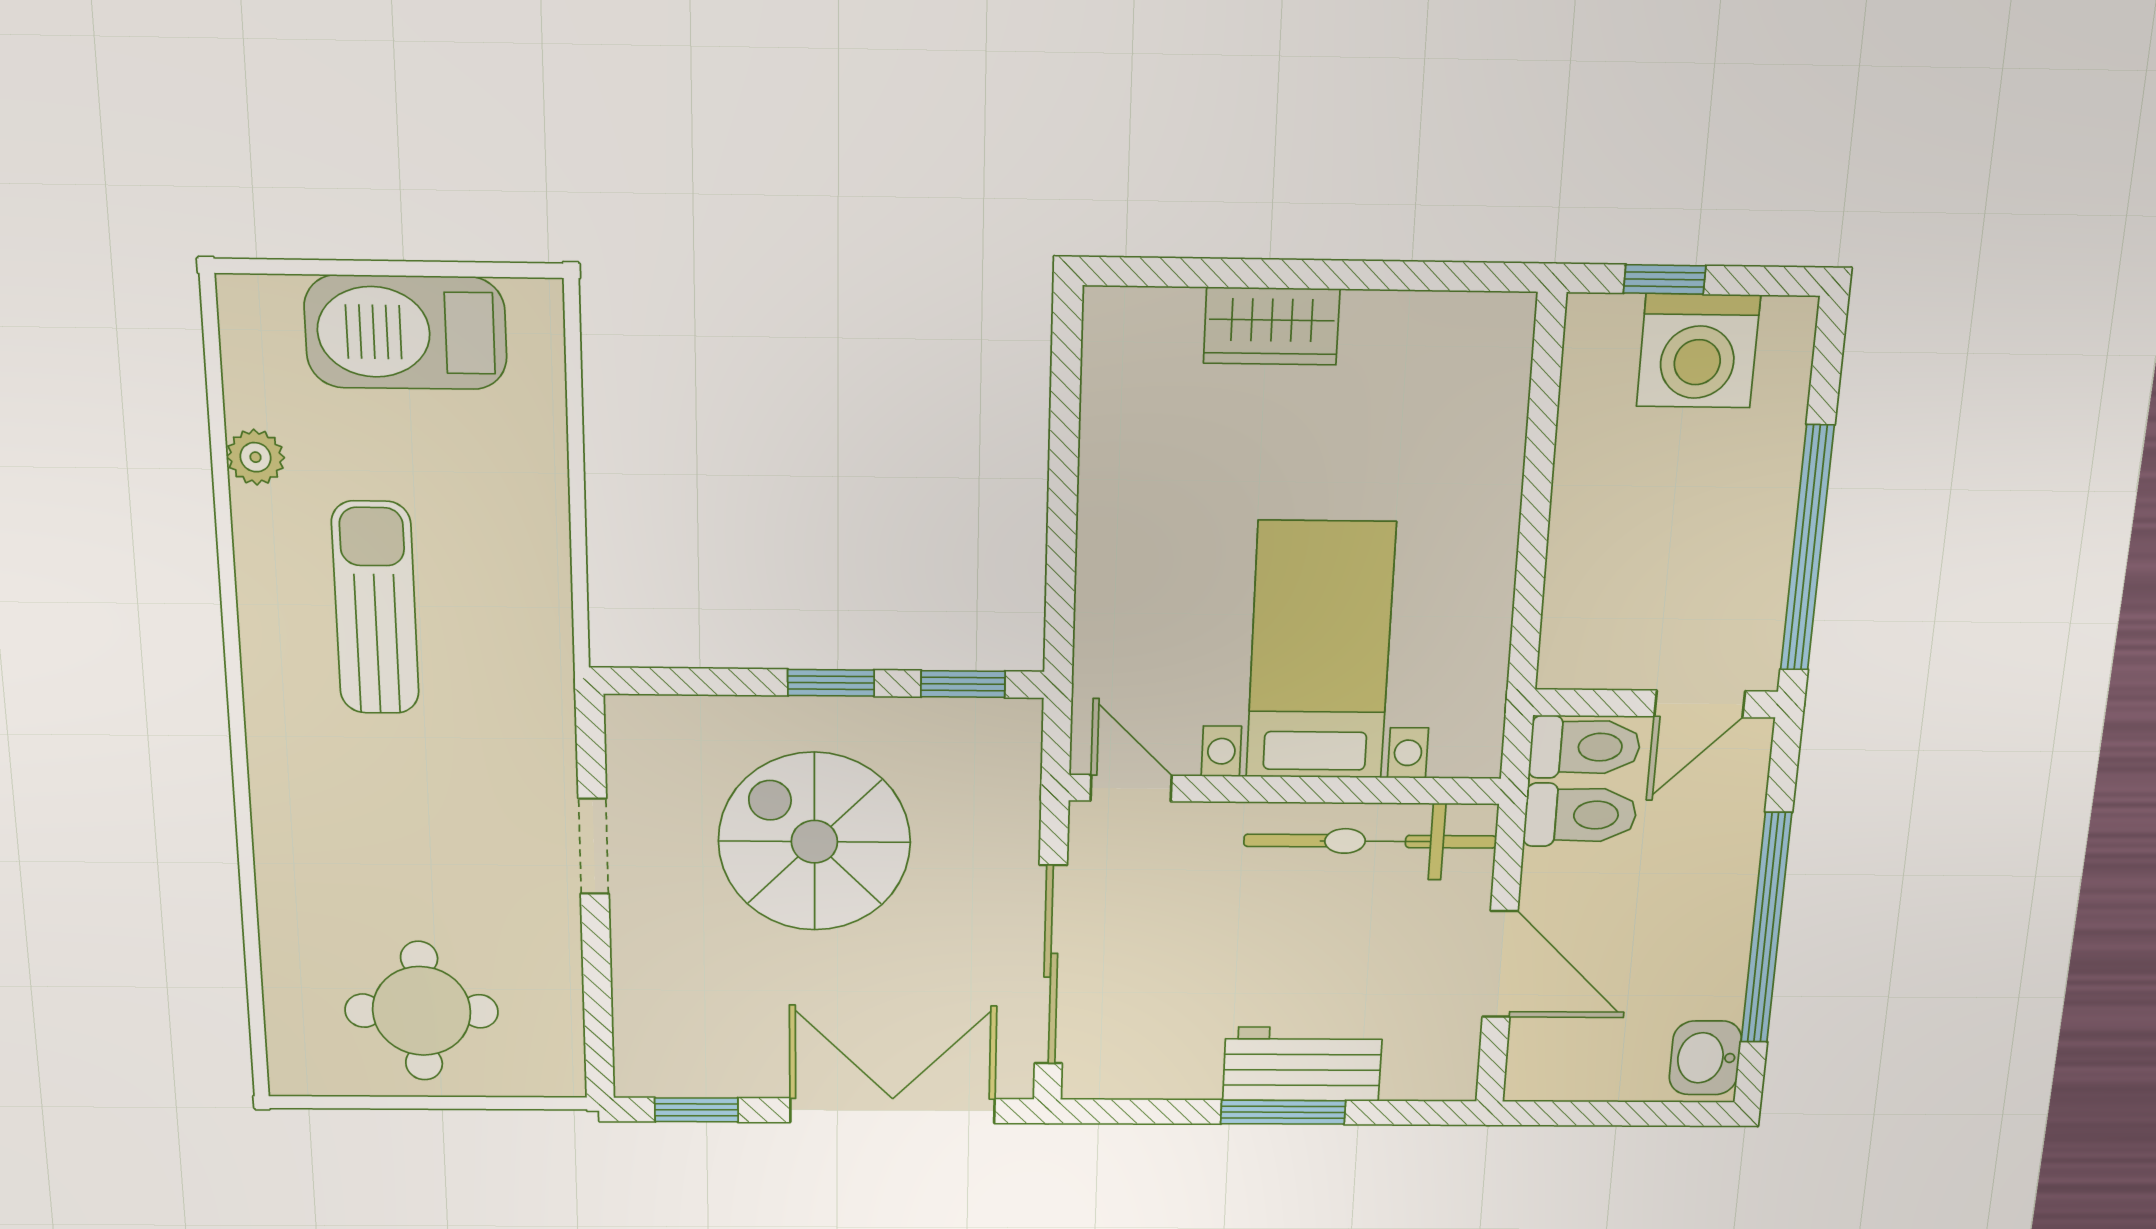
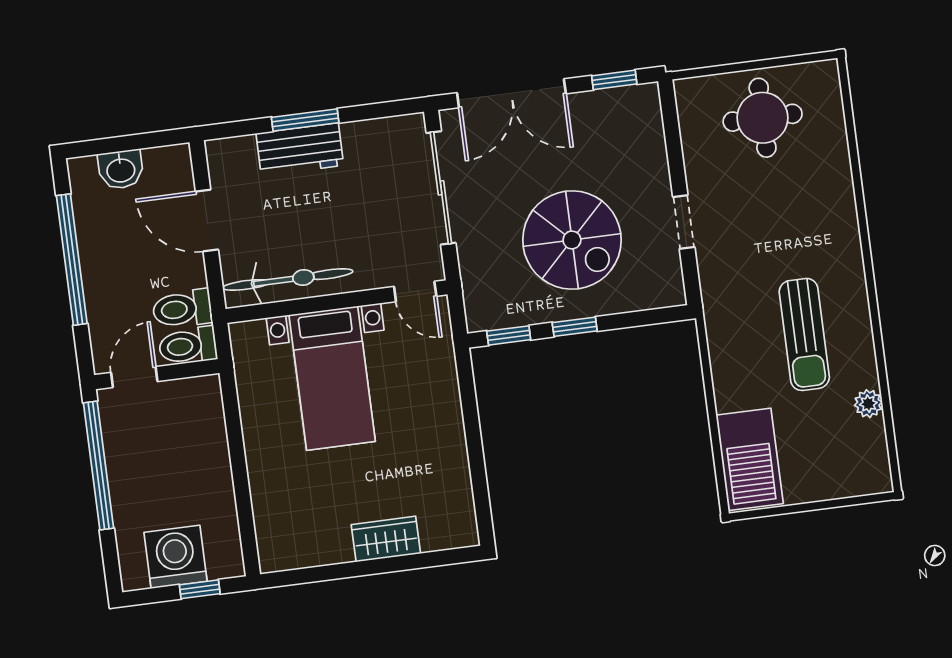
barbecue: (406, 332) -> (750, 459), moved, turned 90
washbasin: (1705, 1058) -> (121, 169), moved, turned 90

